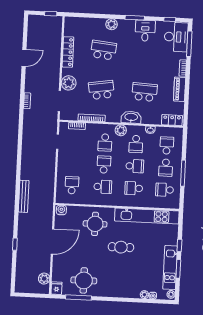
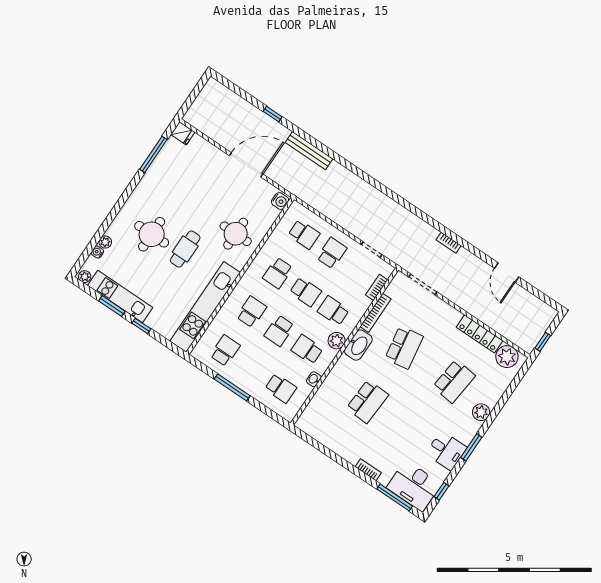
plant: (69, 83) -> (507, 357), moved
piano: (180, 89) -> (343, 449), removed
washbasin: (131, 117) -> (358, 345), moved
locker: (172, 120) -> (310, 415), removed
school desk: (166, 168) -> (332, 253), moved, turned 90
bench: (24, 196) -> (309, 151), moved
door: (53, 242) -> (246, 165), swing flipped
plant: (44, 279) -> (205, 125), removed
round table: (84, 280) -> (152, 234), moved

